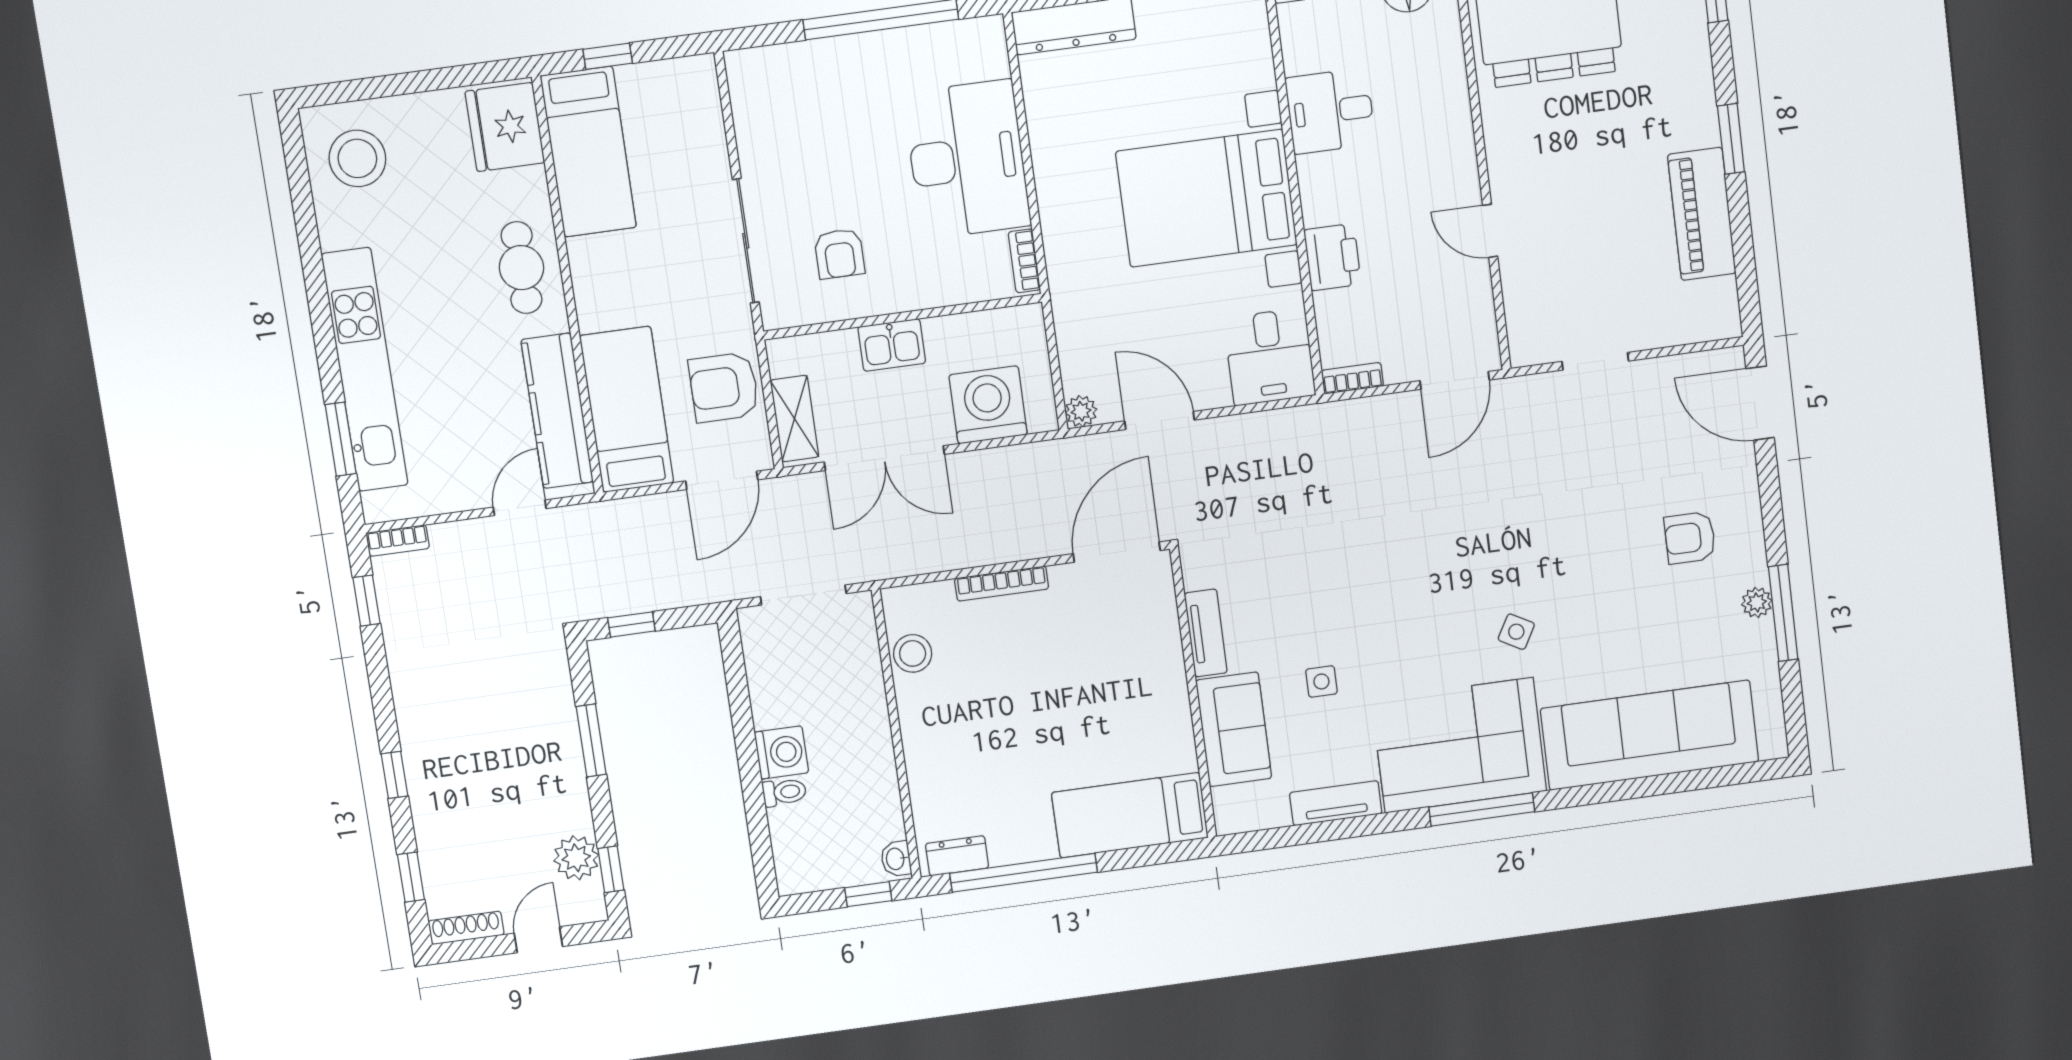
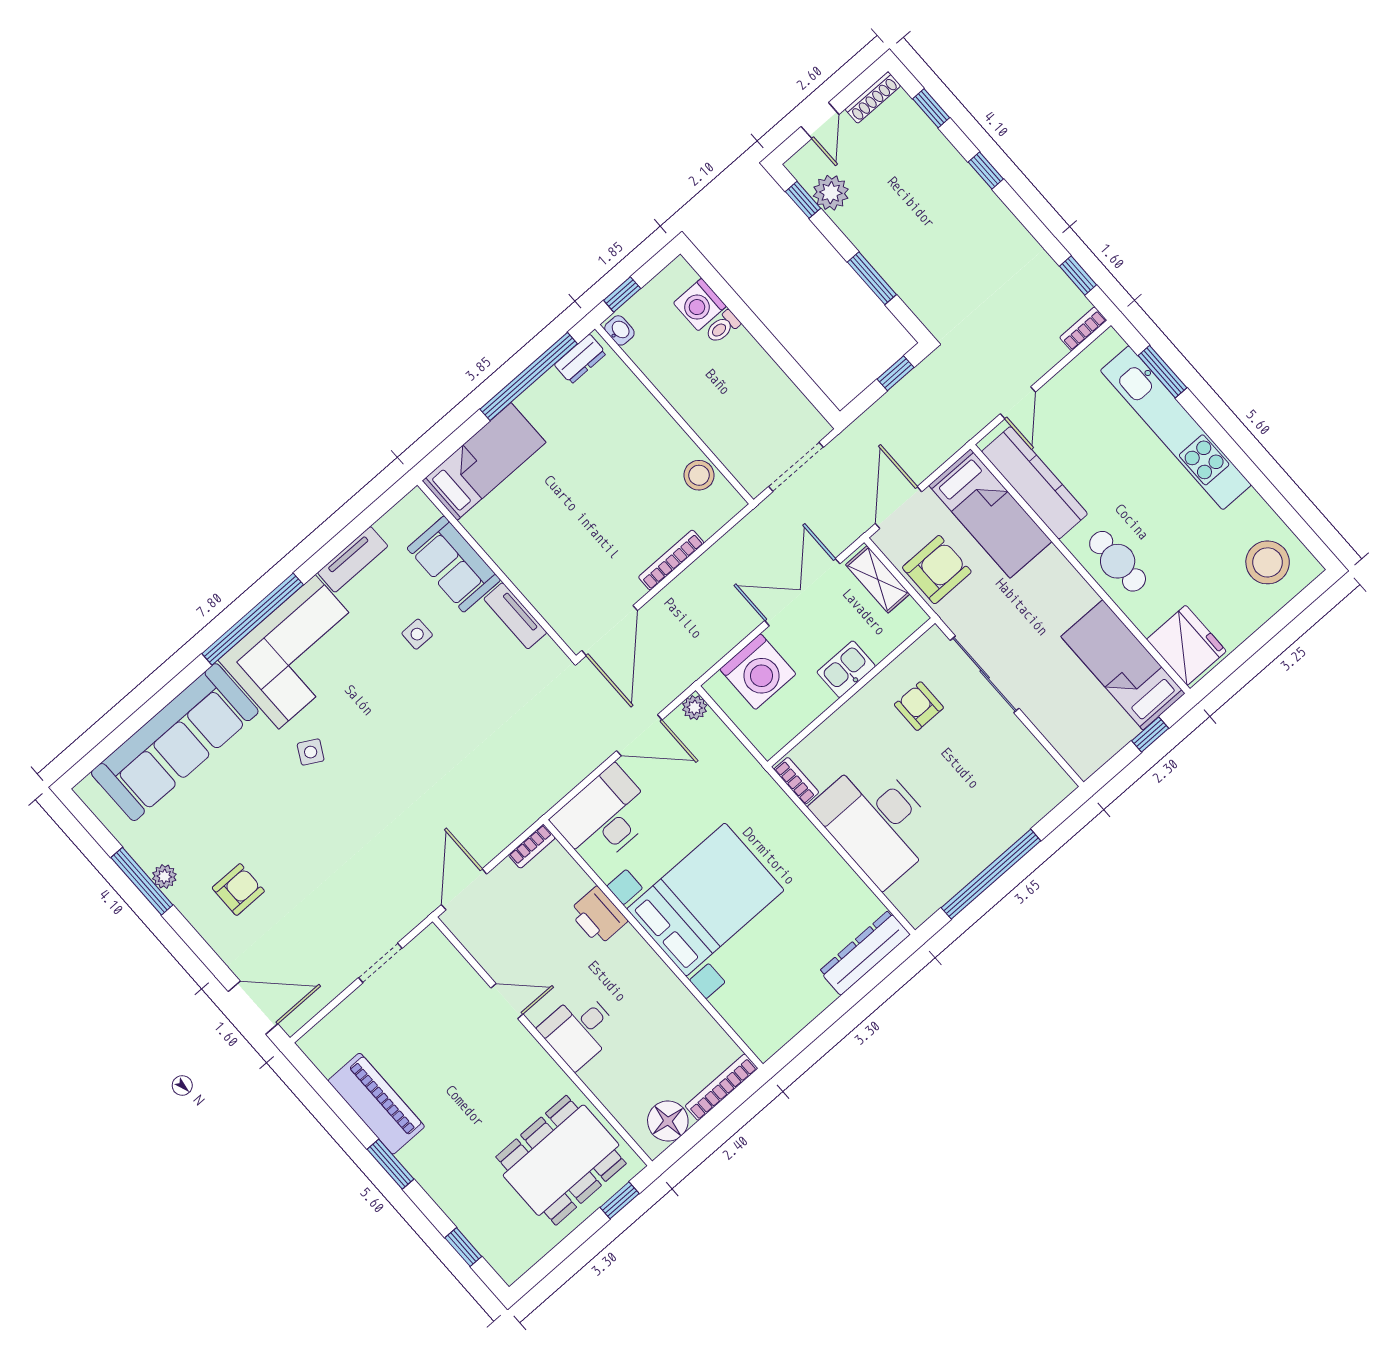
desk: (1330, 111) -> (579, 1030), moved, turned 180
desk: (1270, 357) -> (604, 817), width x1.37
washing machine: (781, 752) -> (700, 305), moved
window: (1482, 809) -> (253, 619), width x1.46

